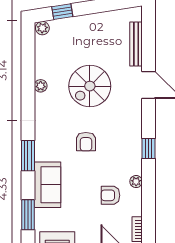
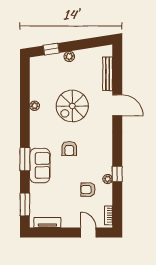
plant: (42, 28) -> (69, 56), moved
window: (149, 149) -> (117, 174), moved
sofa: (47, 185) -> (40, 166), moved

